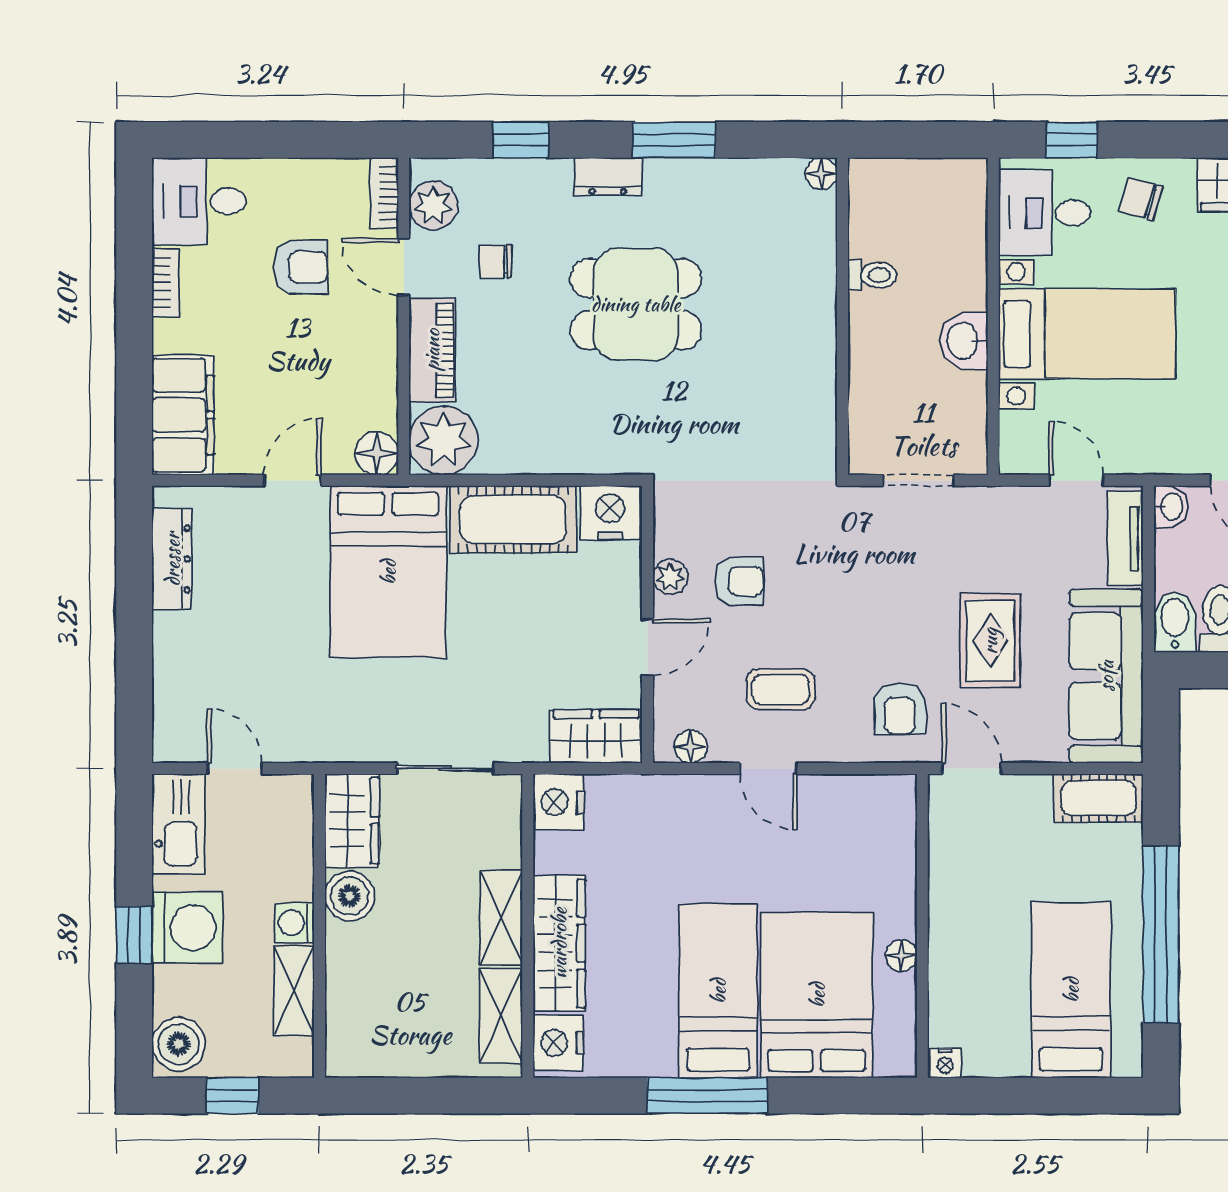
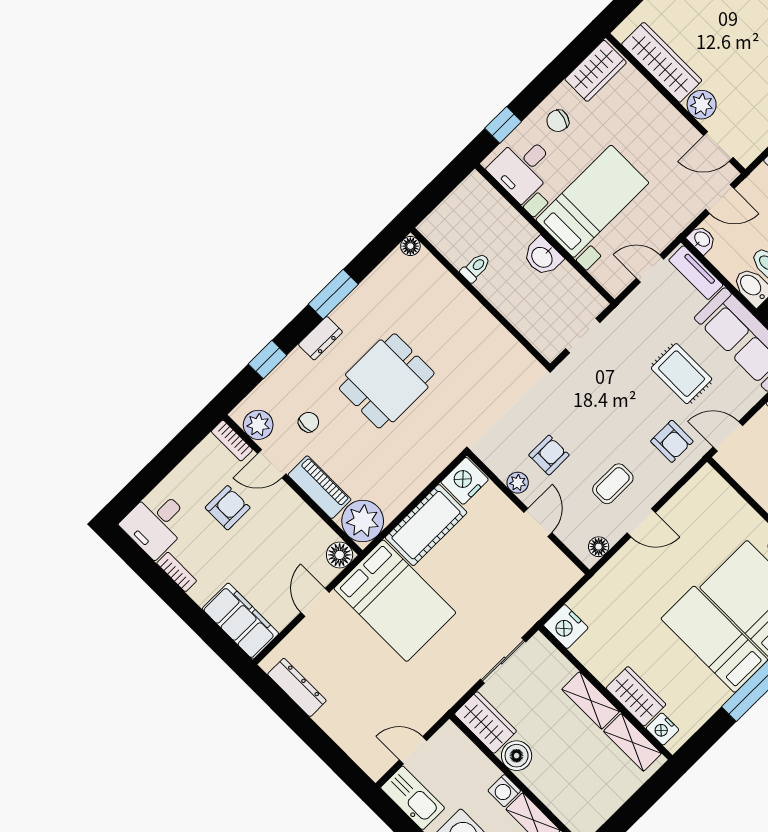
chair: (496, 261) -> (309, 422), turned 180
wardrobe: (596, 736) -> (554, 583), removed
wardrobe: (559, 943) -> (636, 696), width x0.67
nightstand: (558, 1043) -> (662, 729), width x0.74, depth x0.75

